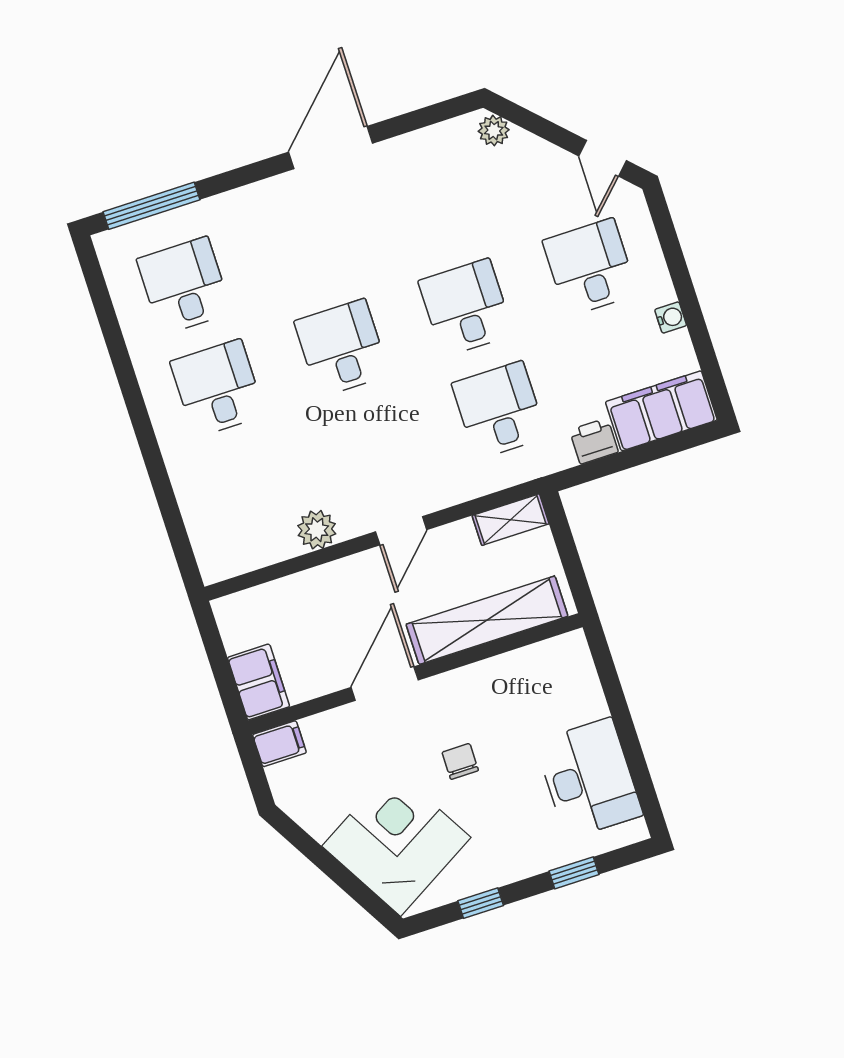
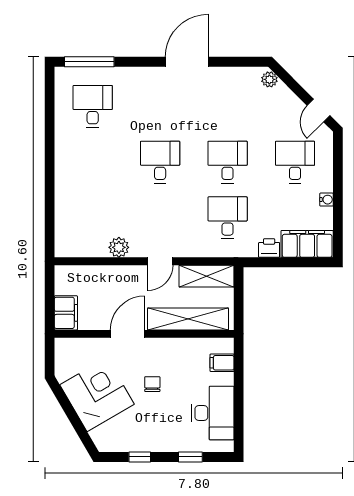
desk: (218, 388) -> (93, 162), removed
shelving: (511, 520) -> (206, 276), width x1.50, depth x1.33
filing cabinet: (279, 744) -> (222, 363), moved, turned 180
corner desk: (396, 842) -> (97, 395), moved

